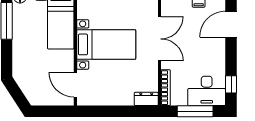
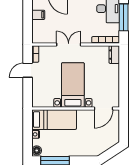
double door: (160, 39) -> (69, 44), width x0.73

